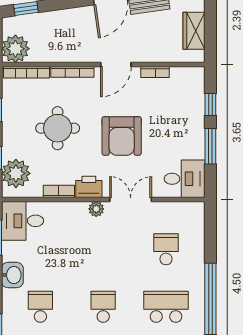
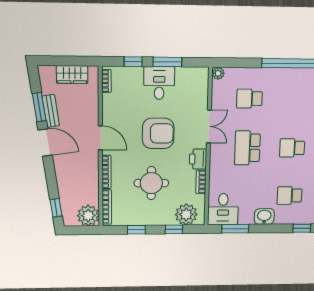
bookcase: (155, 72) -> (106, 81), moved
desk: (185, 179) -> (159, 83), moved
double door: (131, 199) -> (209, 126), swing flipped
plant: (96, 209) -> (218, 73), moved
school desk: (166, 307) -> (247, 148), moved

